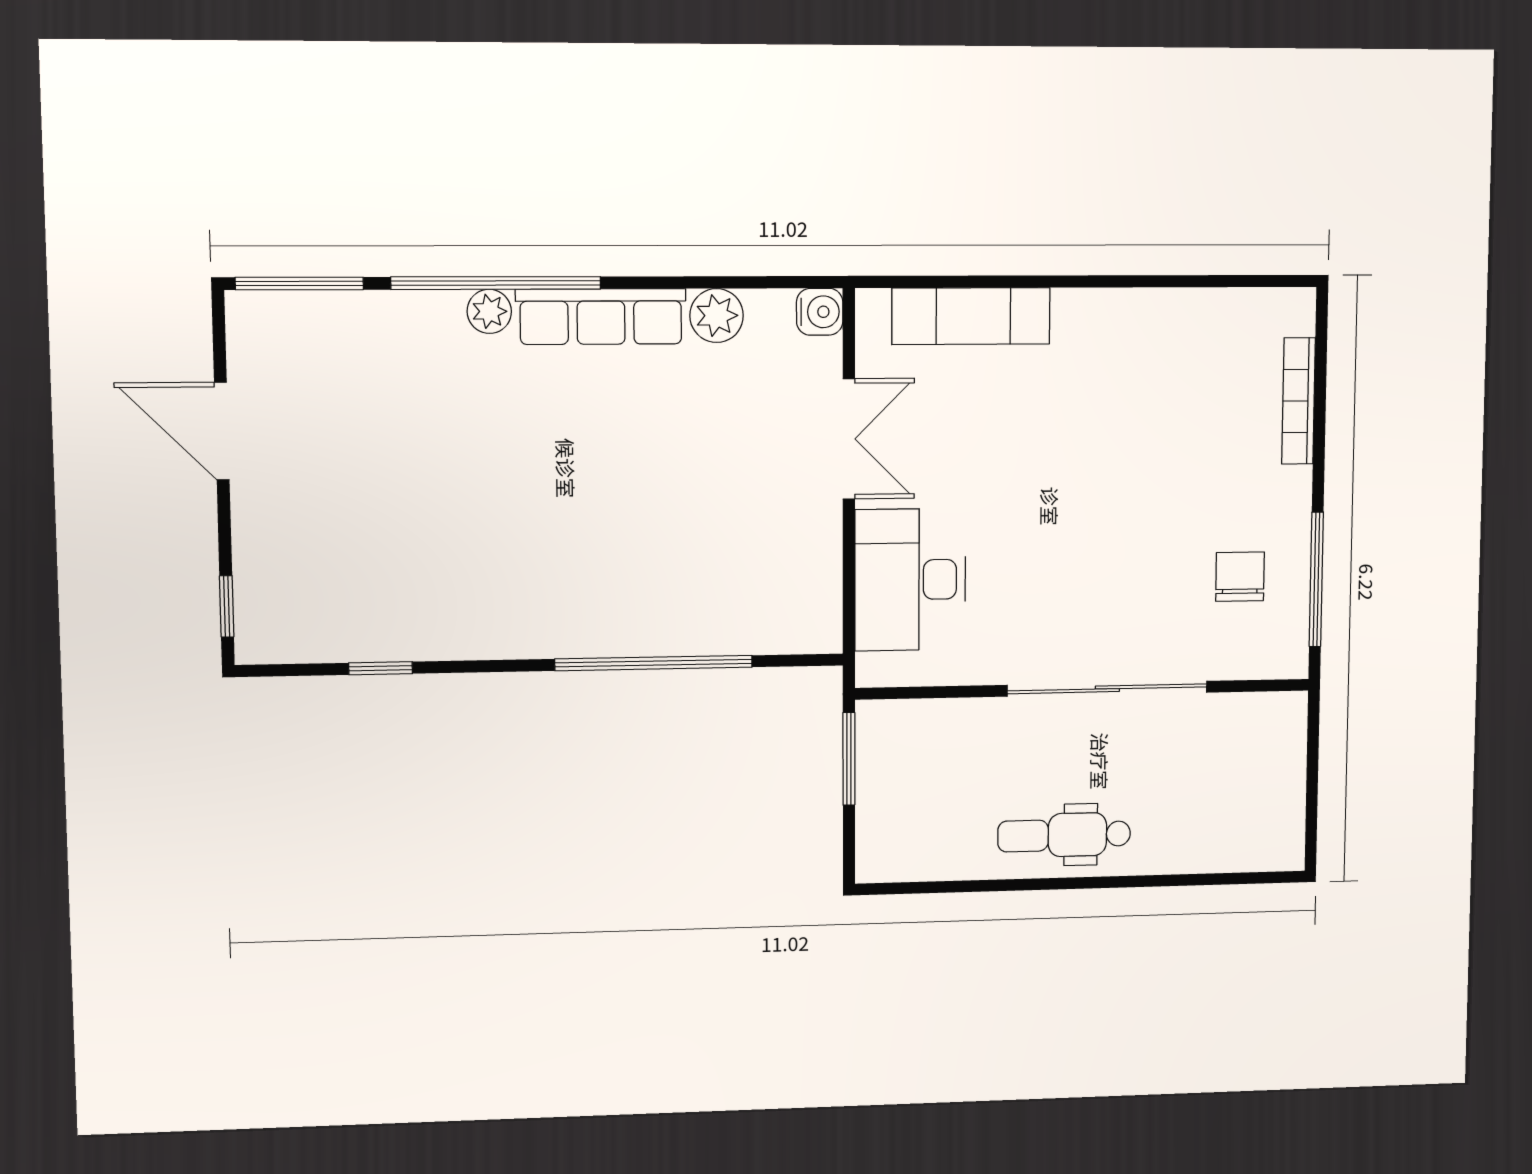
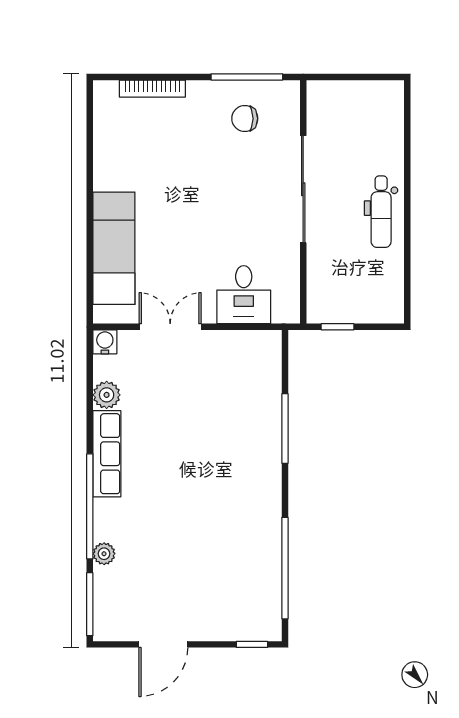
plant: (489, 311) -> (104, 554), moved
exam couch: (971, 316) -> (114, 248), width x1.36, depth x1.45
desk: (910, 580) -> (244, 295), width x0.73
window: (654, 663) -> (285, 429), width x0.68
window: (381, 668) -> (285, 568), width x3.17
window: (849, 759) -> (338, 327), width x0.67

